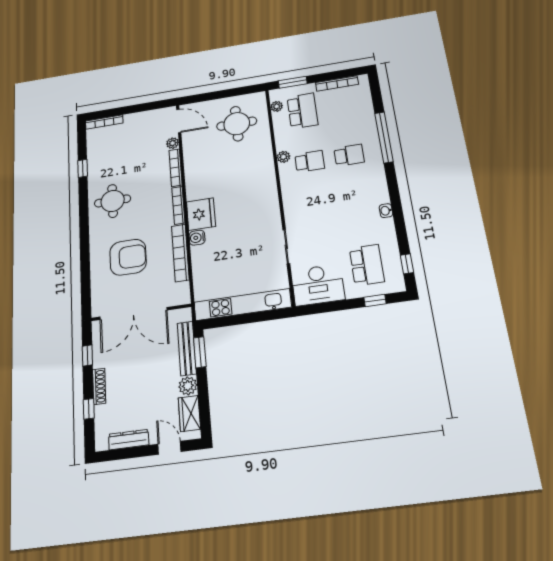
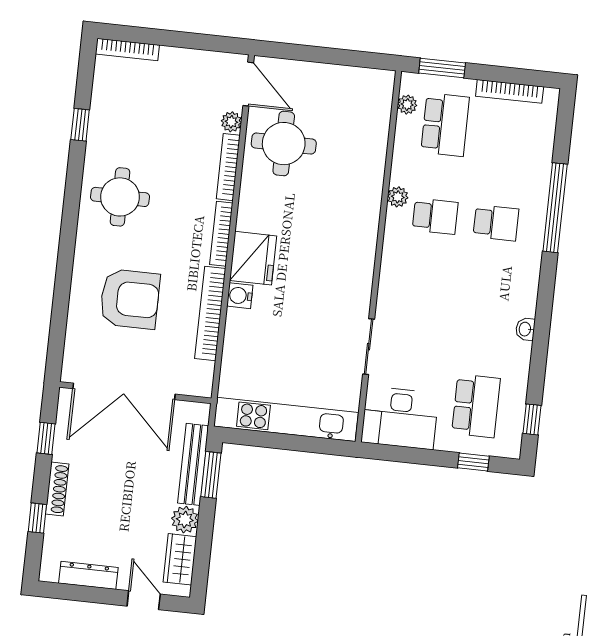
round table: (237, 124) -> (284, 144), moved

